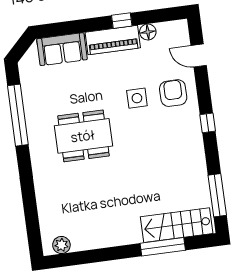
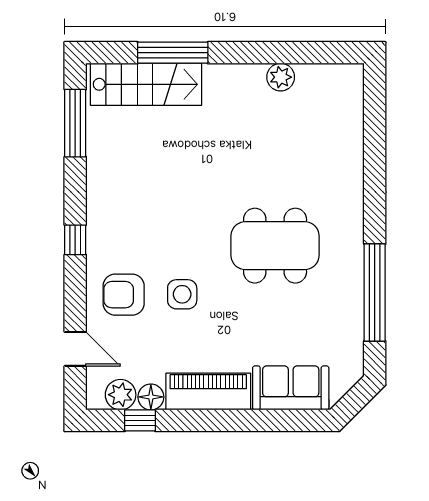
window: (122, 21) -> (140, 420), moved
plant: (167, 31) -> (121, 395), added
armchair: (173, 93) -> (124, 295), turned 90
plant: (61, 245) -> (281, 77), moved

